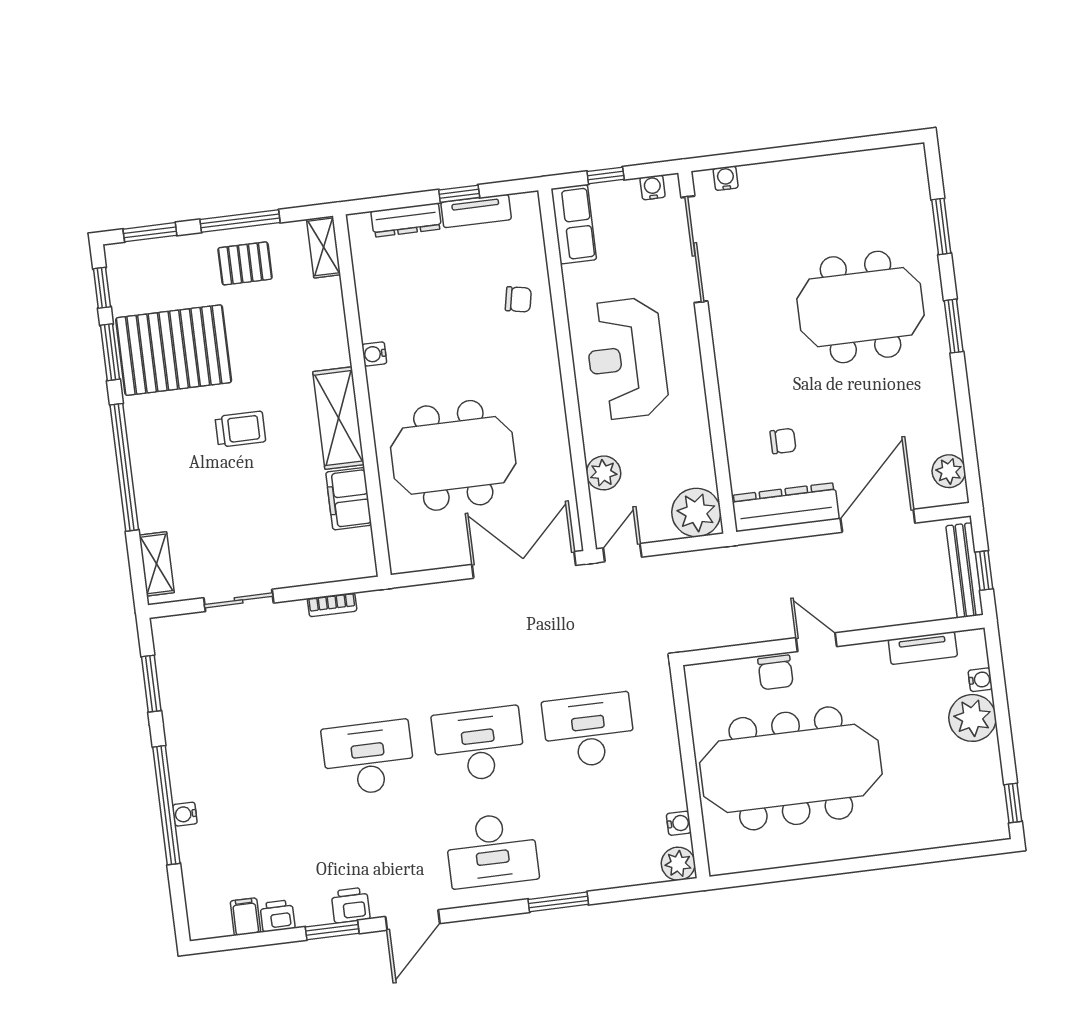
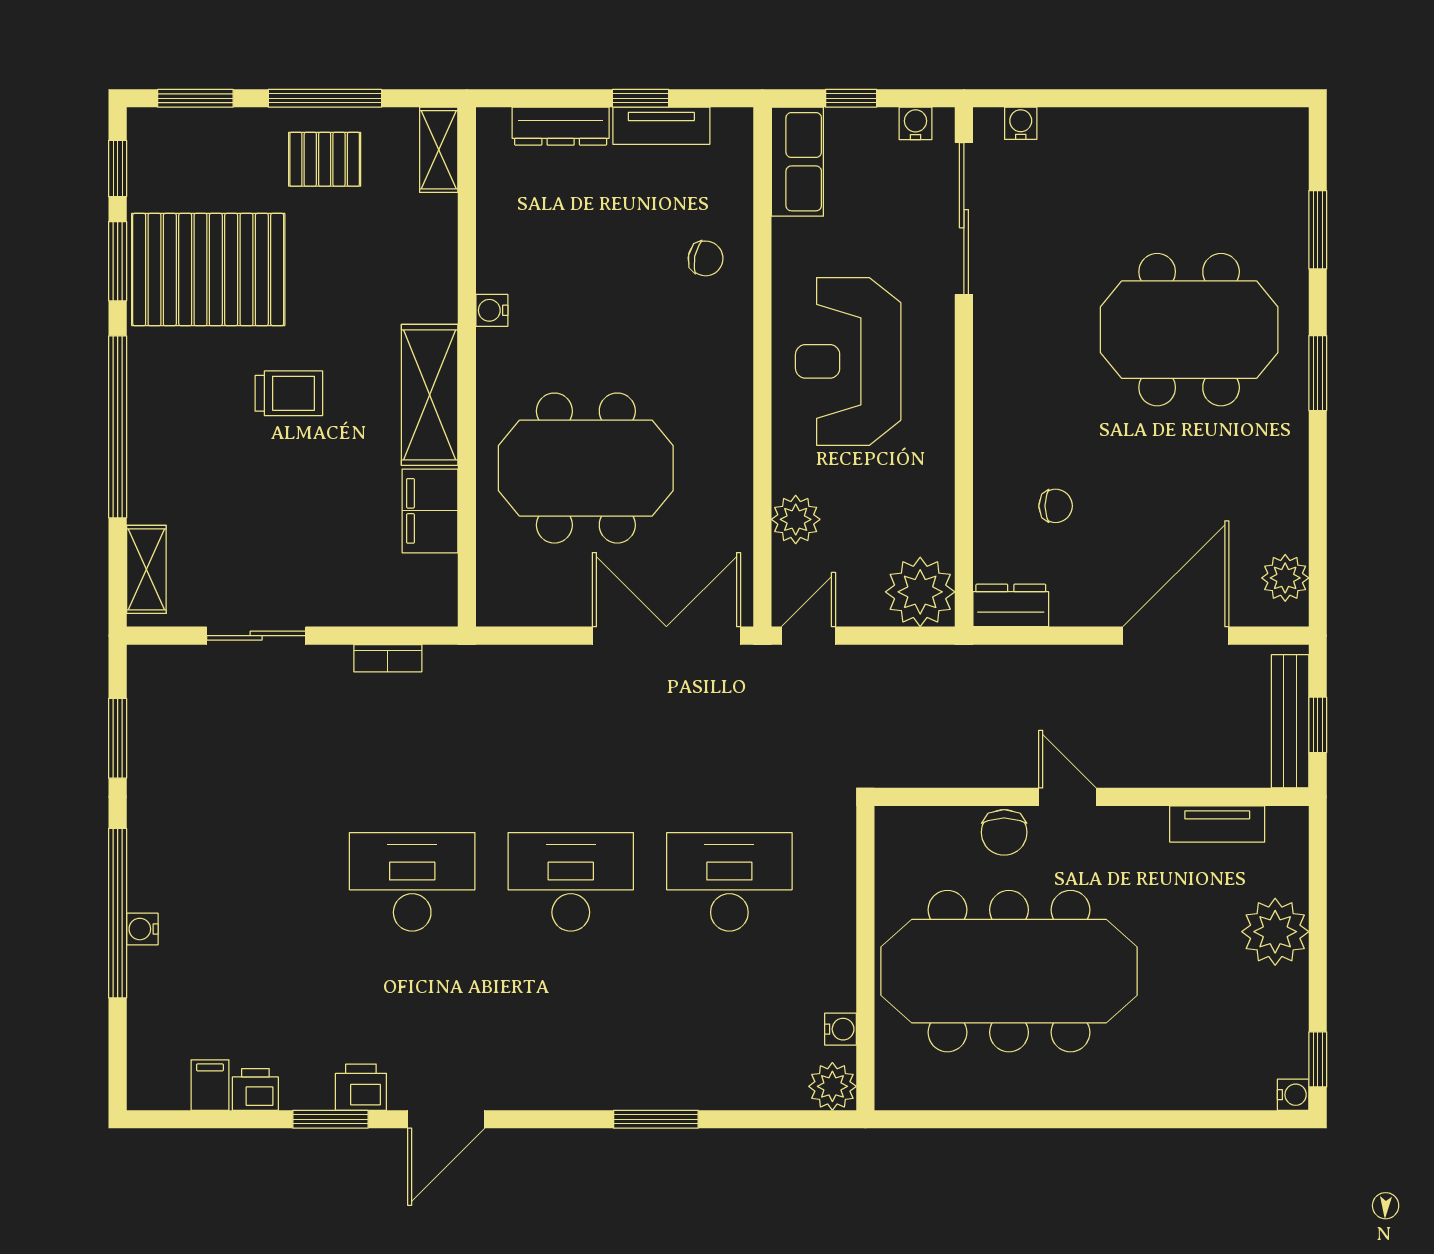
dresser: (785, 507) -> (1011, 605), width x0.51, depth x0.80
water cooler: (980, 680) -> (1293, 1095), moved
desk: (492, 850) -> (571, 1034), removed

